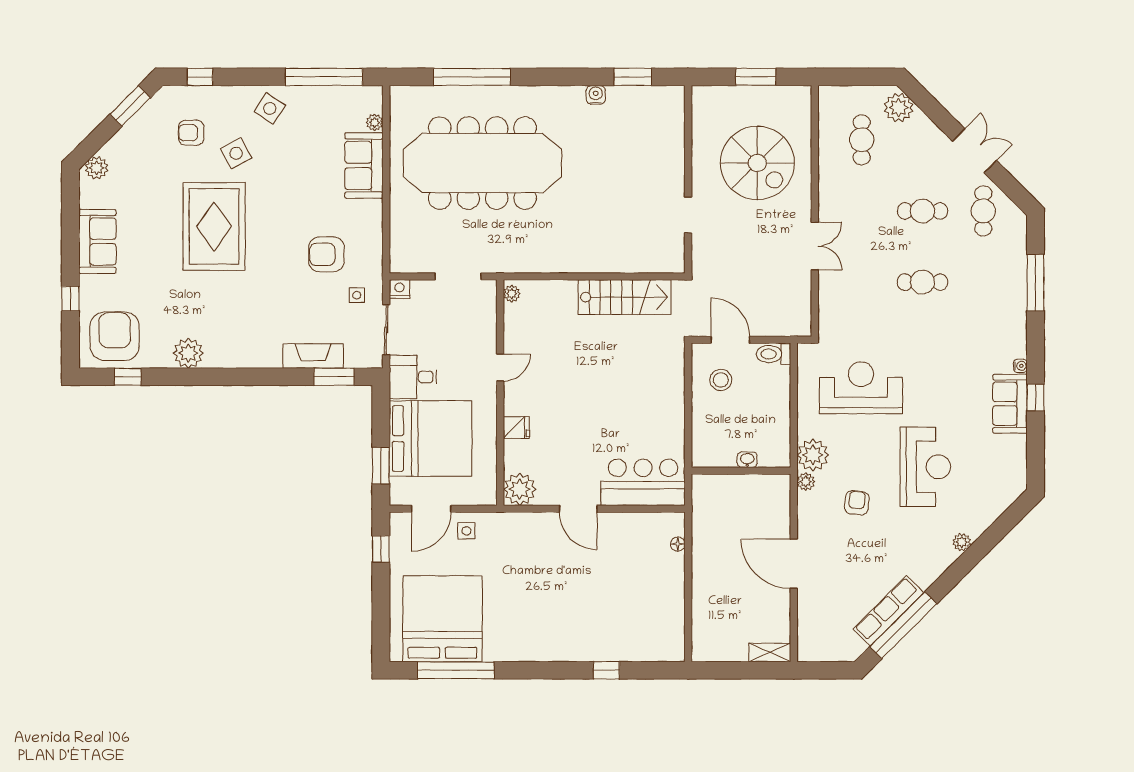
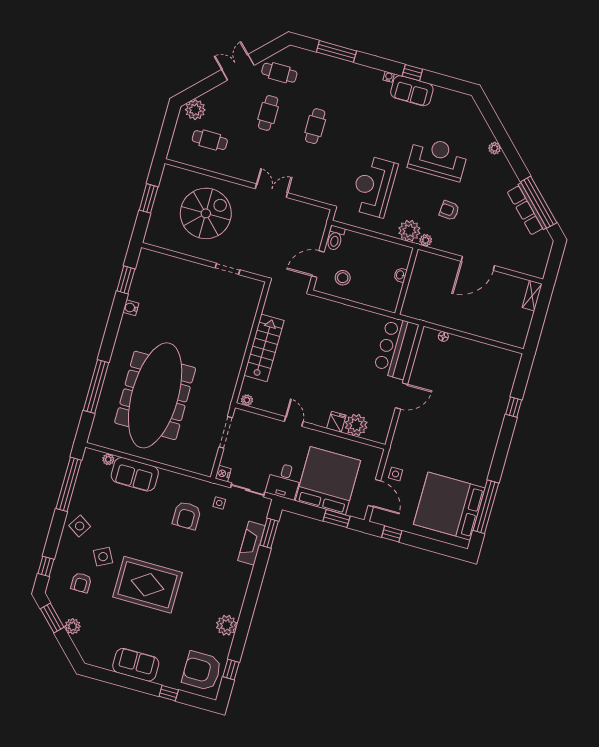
plant: (97, 168) -> (73, 626), moved
stairs: (625, 297) -> (264, 348), moved
plant: (520, 489) -> (356, 425), moved

